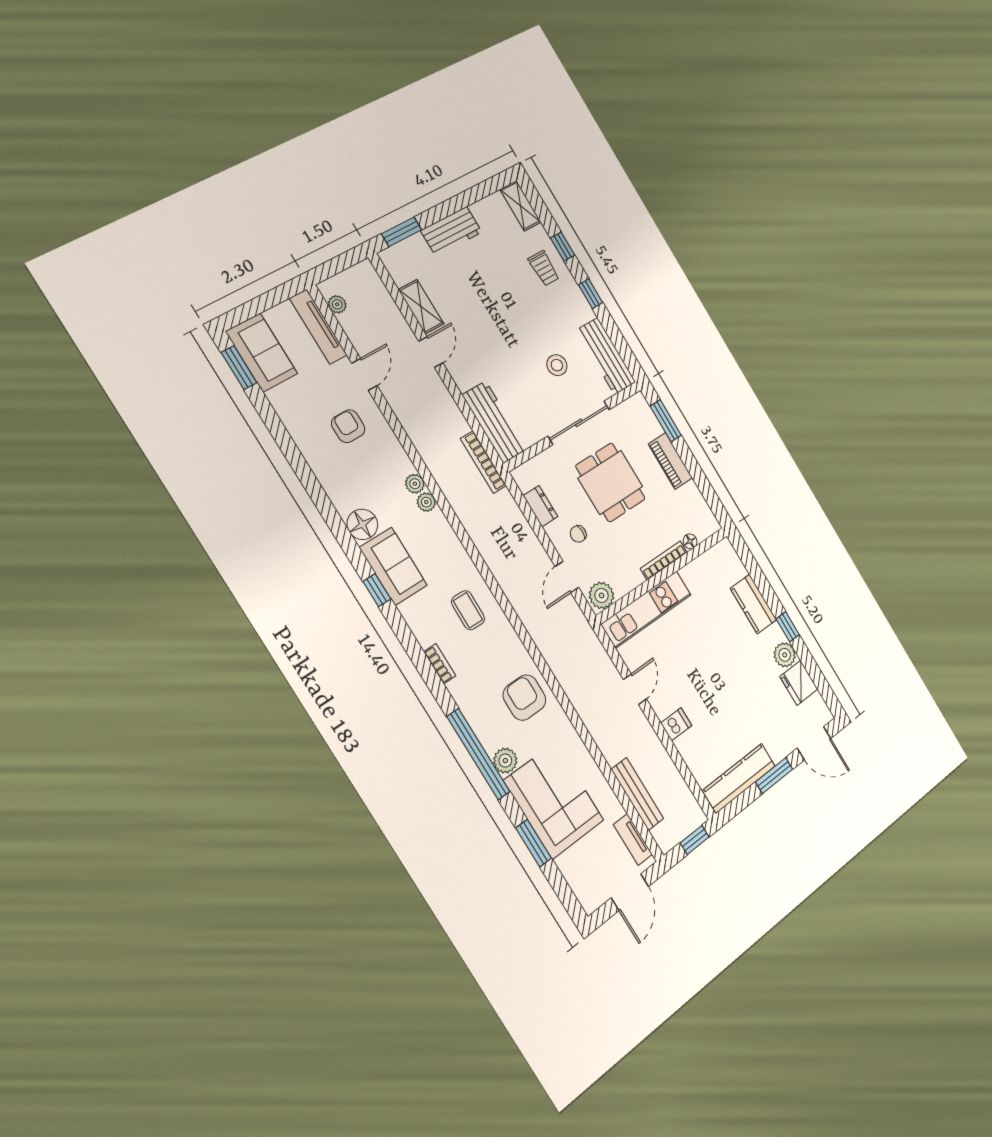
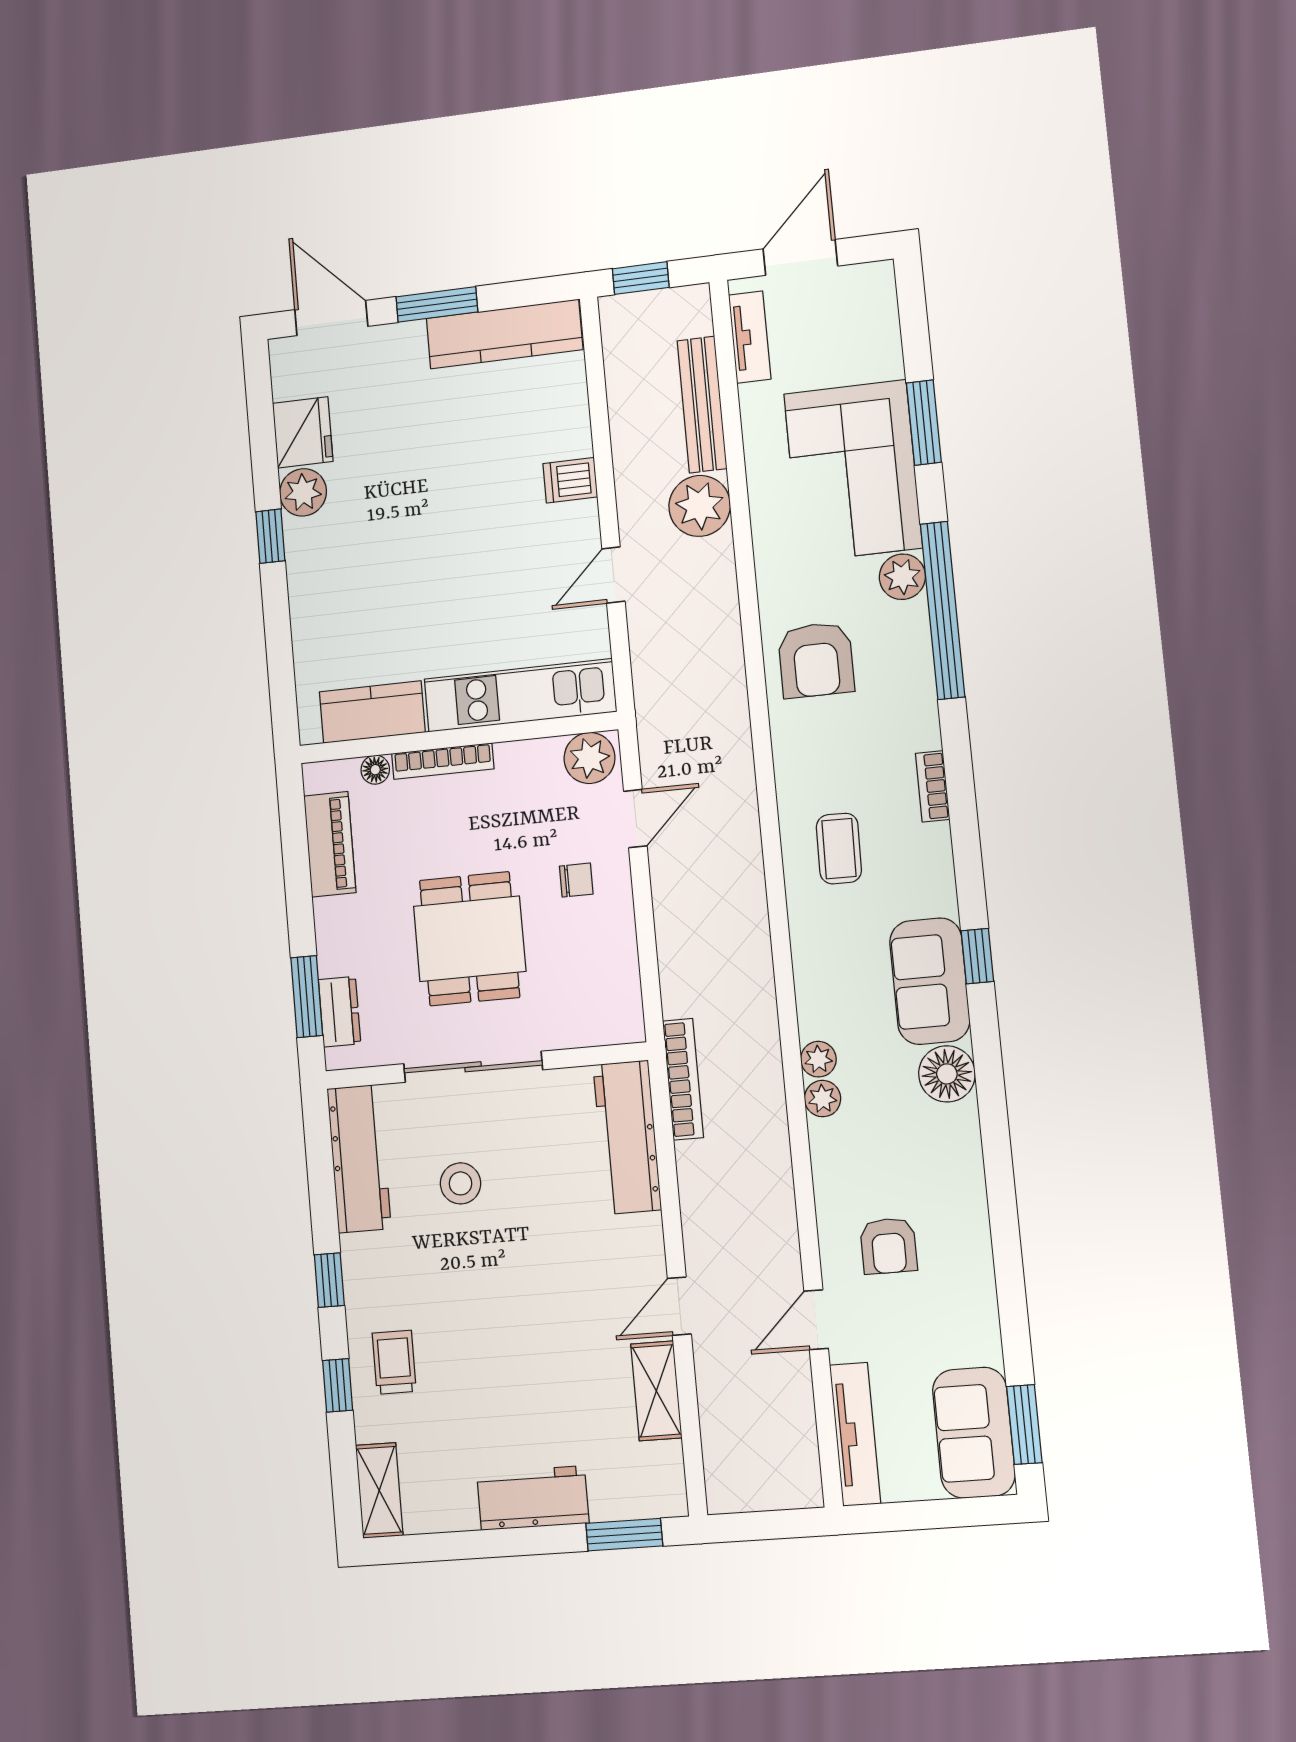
plant: (337, 304) -> (700, 506), moved, width x1.88, depth x1.88
piano: (670, 461) -> (330, 844), moved
dresser: (540, 506) -> (340, 1012), moved, turned 180
kitchen counter: (754, 604) -> (372, 712), moved, turned -90

